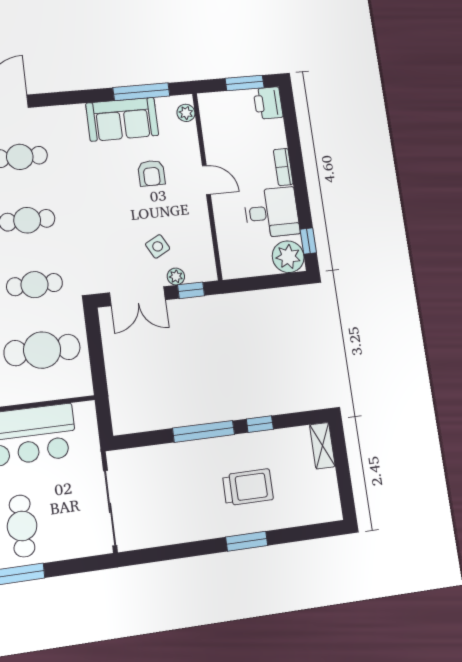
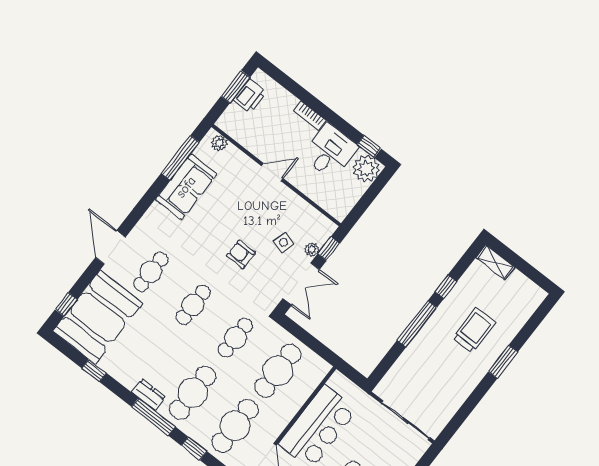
printer: (268, 103) -> (250, 96), moved, turned -90
armchair: (151, 173) -> (241, 254), moved, turned 180
side table: (158, 246) -> (283, 242), turned 45

